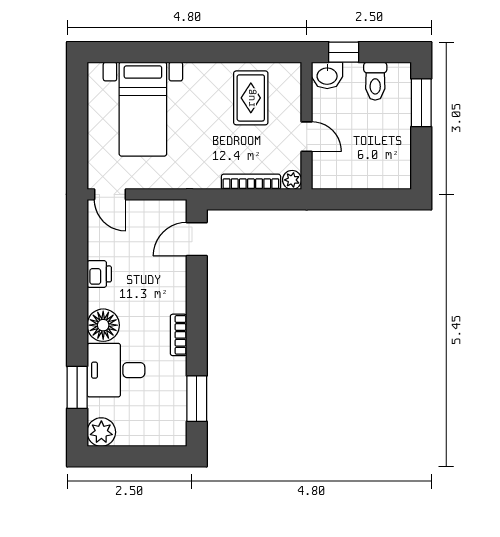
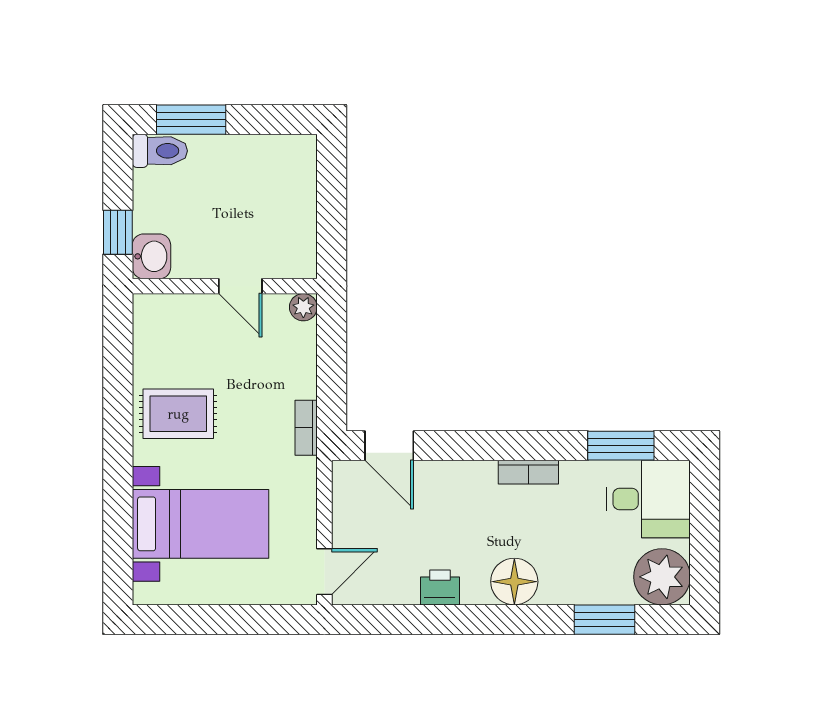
toilet: (375, 81) -> (160, 151), moved
rug: (251, 98) -> (178, 414), moved
door: (307, 137) -> (240, 286), swing flipped
bookcase: (251, 182) -> (306, 428), moved, width x0.64
desk: (116, 370) -> (648, 499), moved, turned -90
plant: (101, 432) -> (662, 577), width x1.36, depth x1.36

